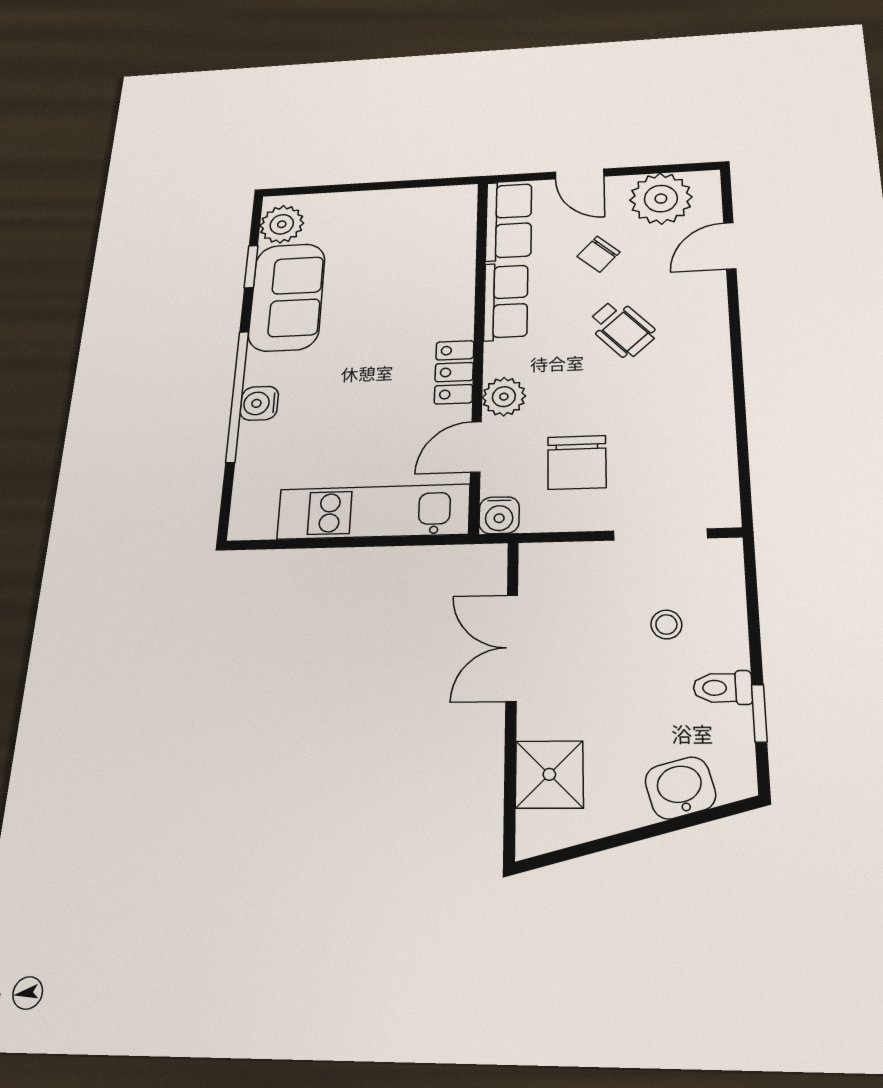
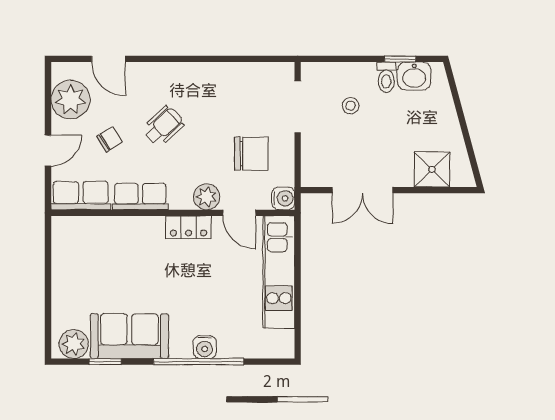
chair: (598, 254) -> (109, 139), turned -74
washbasin: (680, 788) -> (414, 76), moved, turned -75

